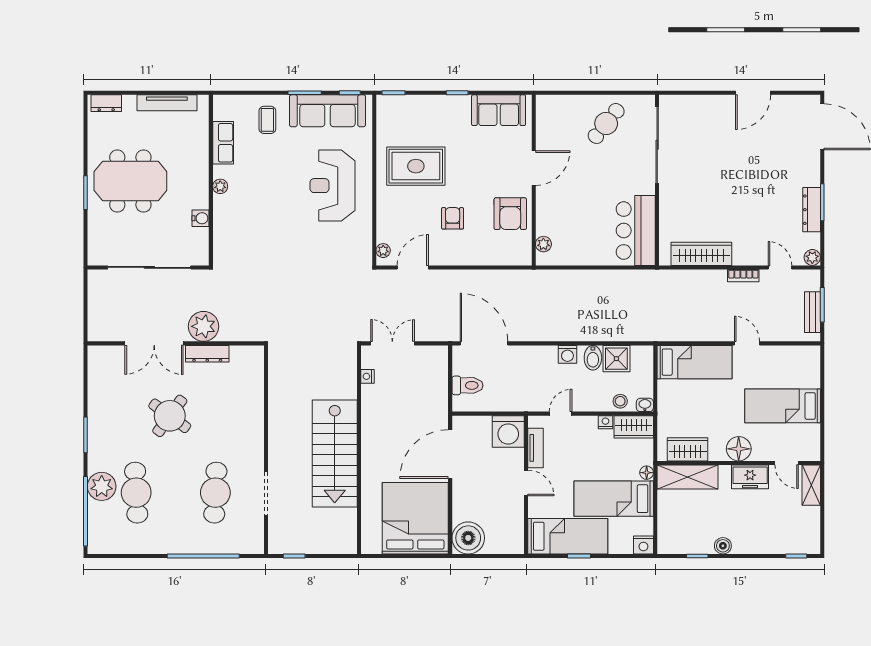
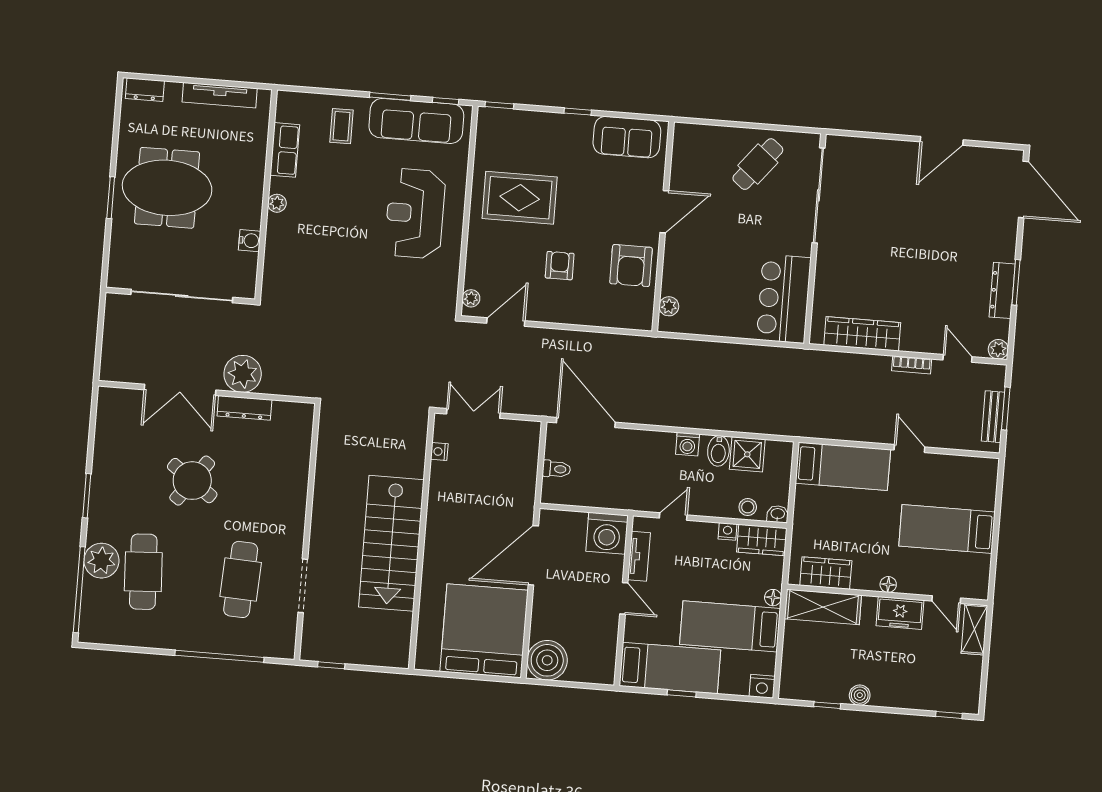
toilet: (467, 385) -> (556, 469), width x0.73, depth x0.72
floor lamp: (739, 449) -> (888, 584), width x0.53, depth x0.53

